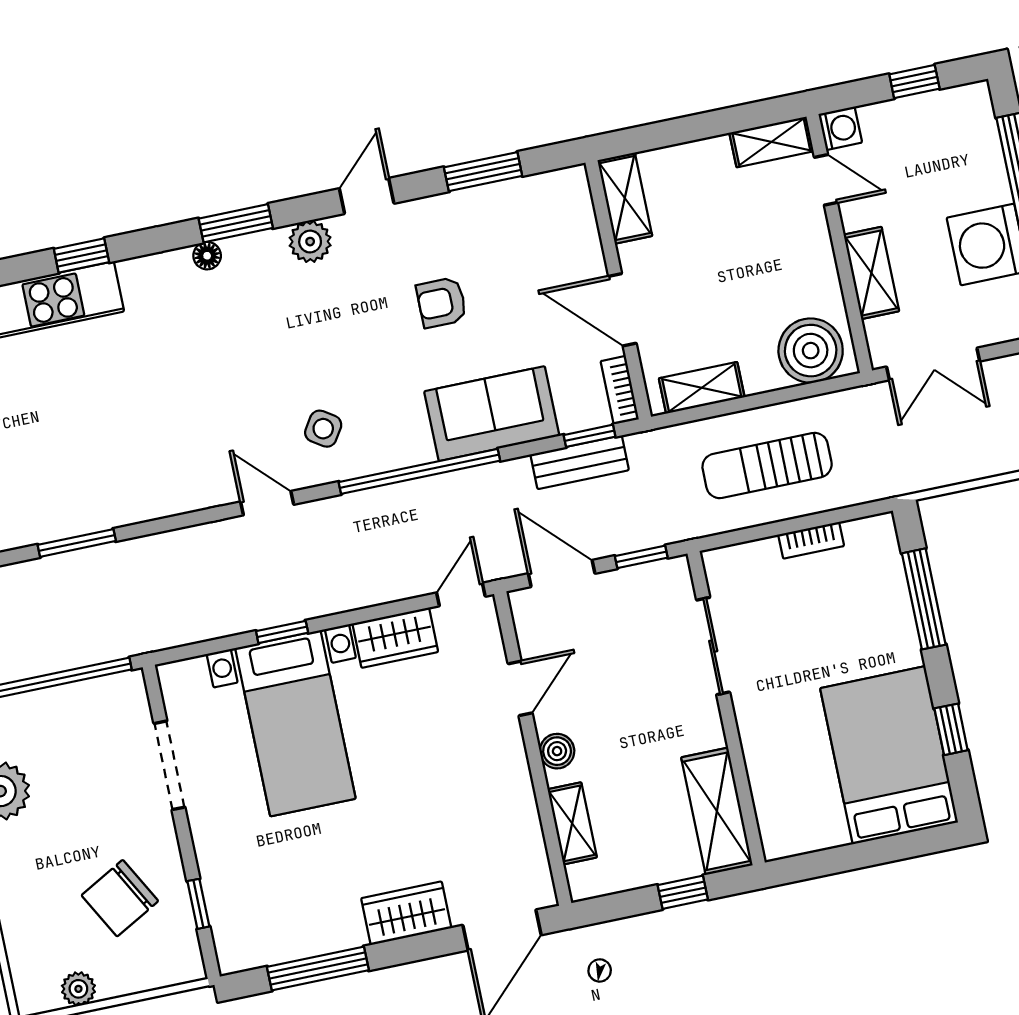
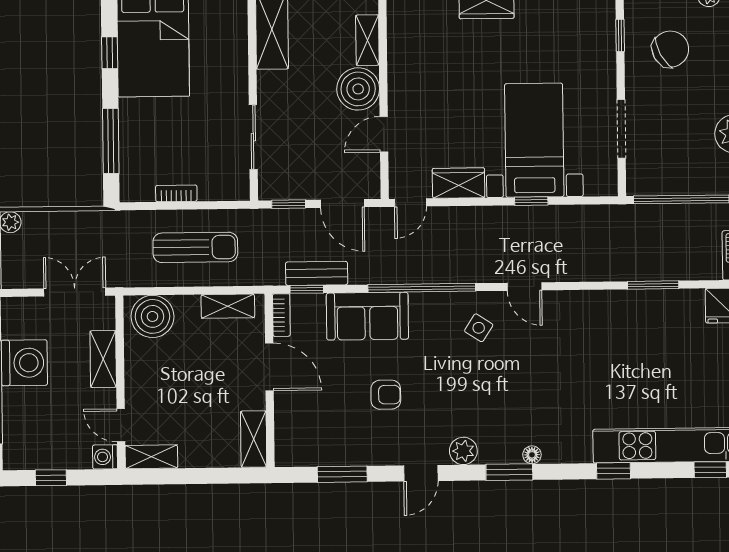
boiler: (557, 751) -> (358, 89), width x1.86, depth x1.86

